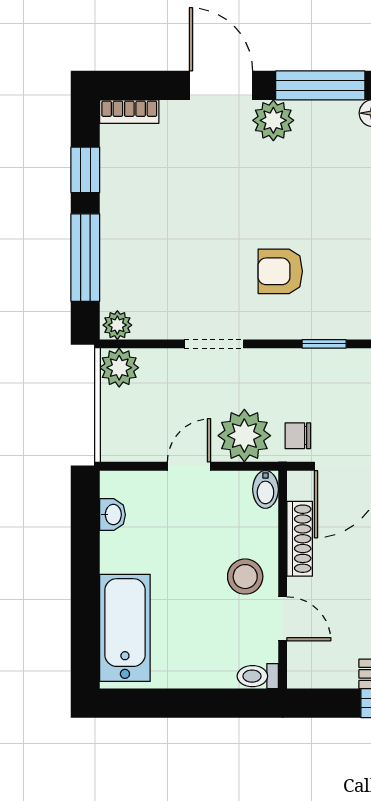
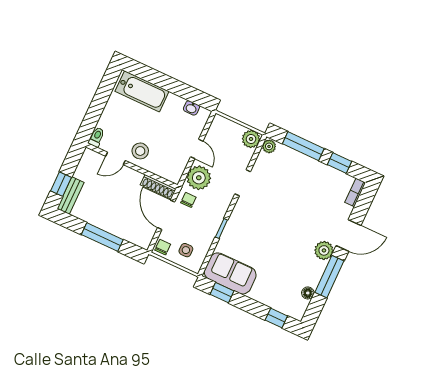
armchair: (280, 271) -> (260, 224), removed
bidet: (265, 489) -> (172, 176), removed
shoe rack: (300, 539) -> (158, 187), moved

